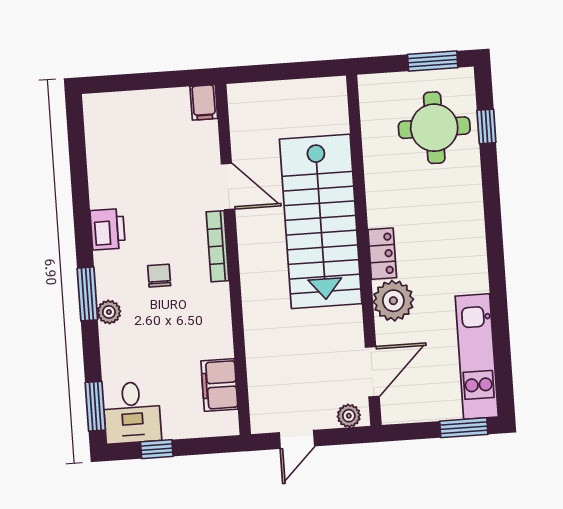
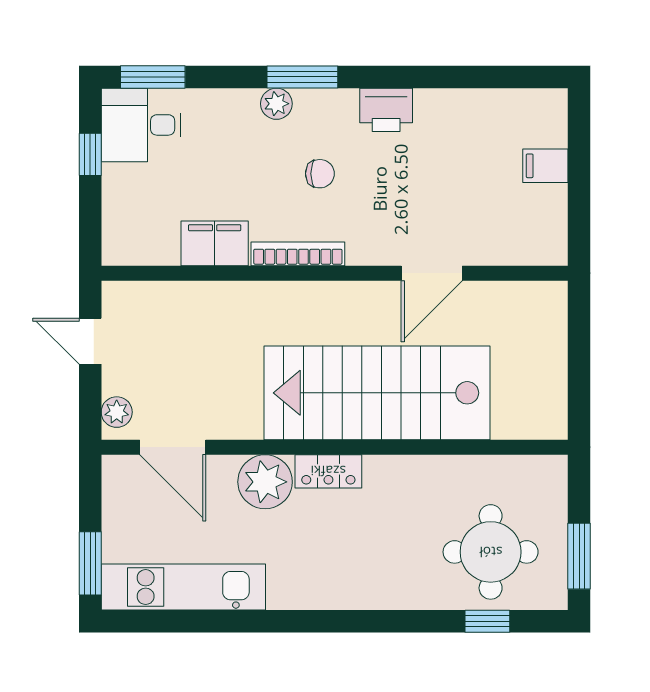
filing cabinet: (204, 102) -> (545, 166), moved
bookcase: (218, 246) -> (298, 254), moved
filing cabinet: (219, 385) -> (215, 243), moved

